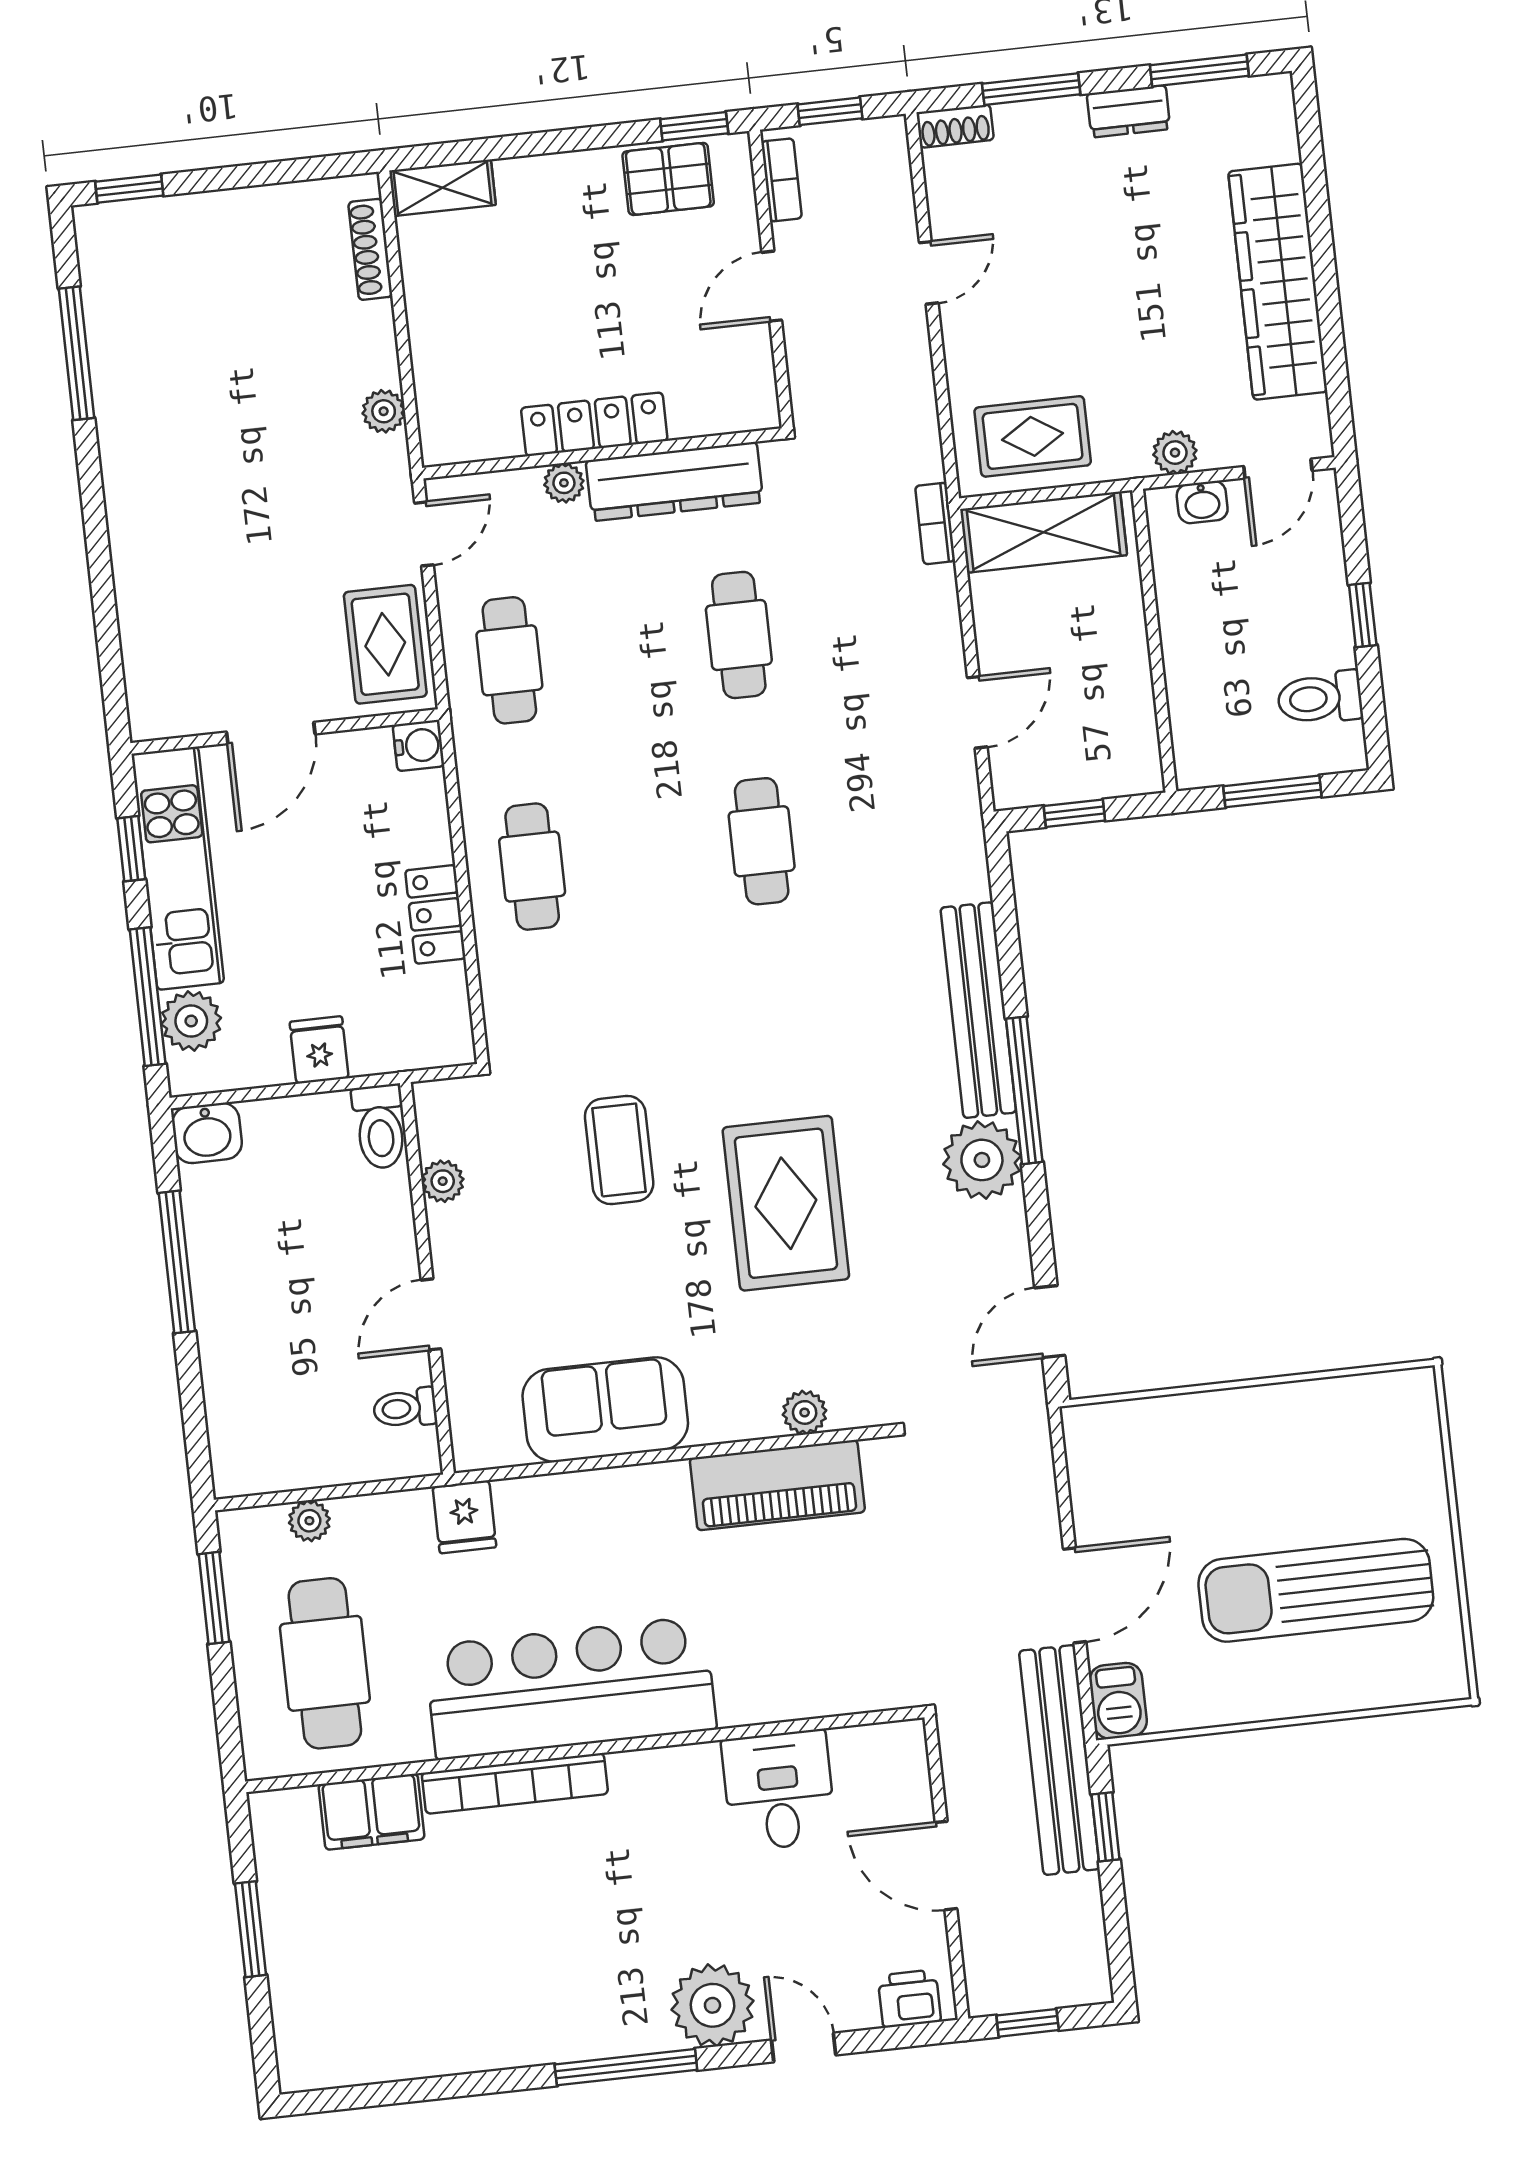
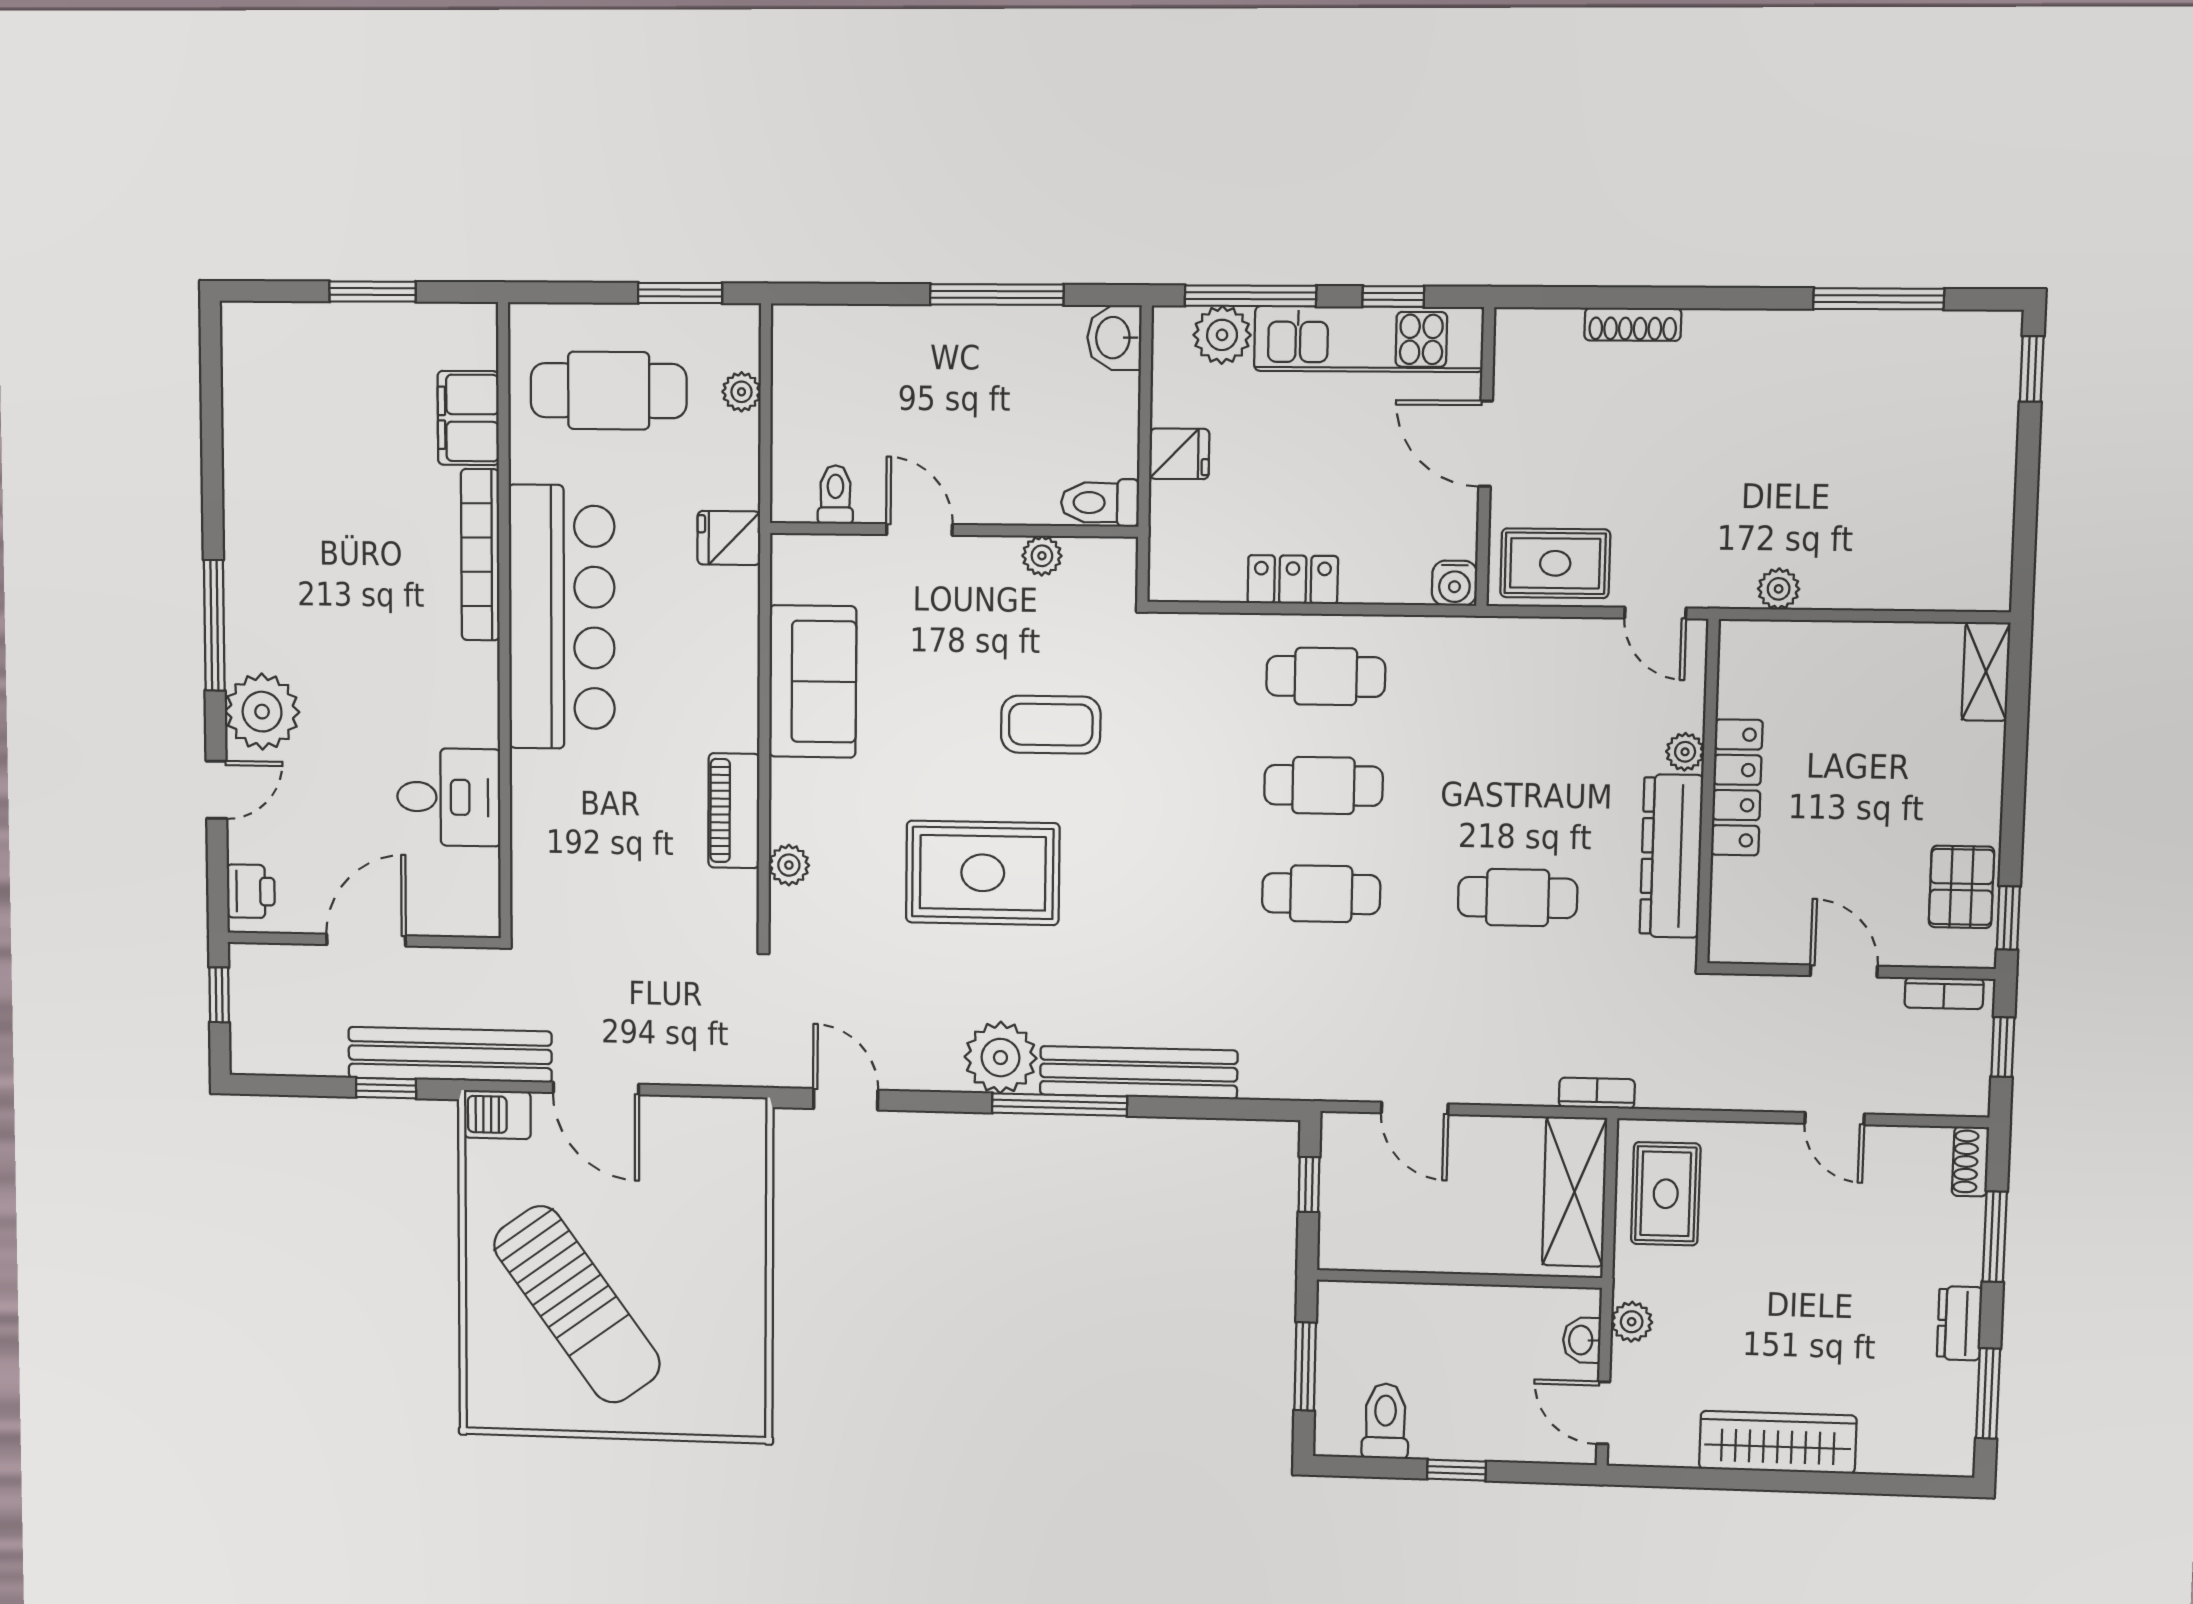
shoe rack: (370, 249) -> (1633, 324), moved, turned 180
wardrobe: (1278, 282) -> (1778, 1442), width x0.71, depth x0.85
cafe table: (509, 660) -> (1323, 785), moved
piano: (777, 1485) -> (734, 811), width x0.73, depth x0.75
sun lounger: (1316, 1590) -> (577, 1304), turned 144

